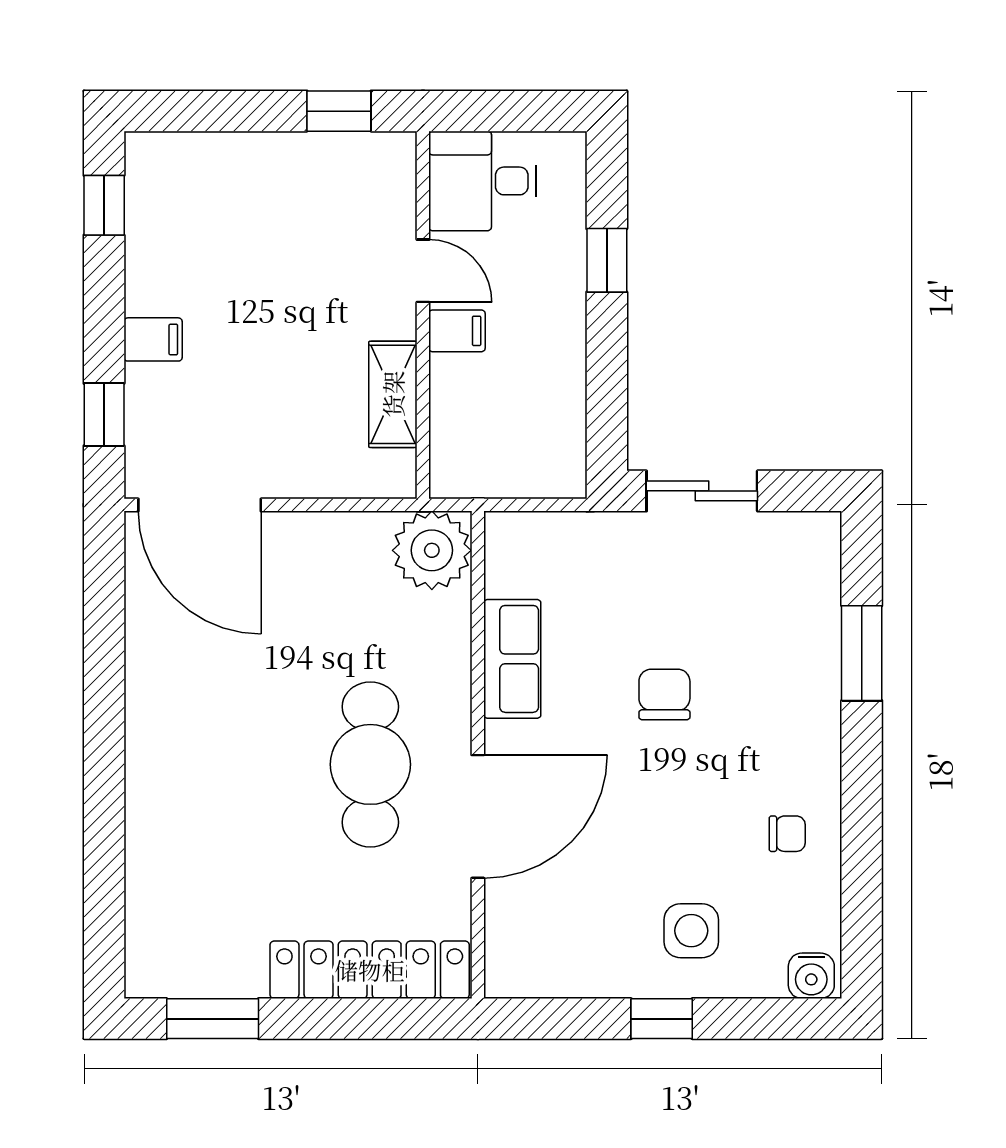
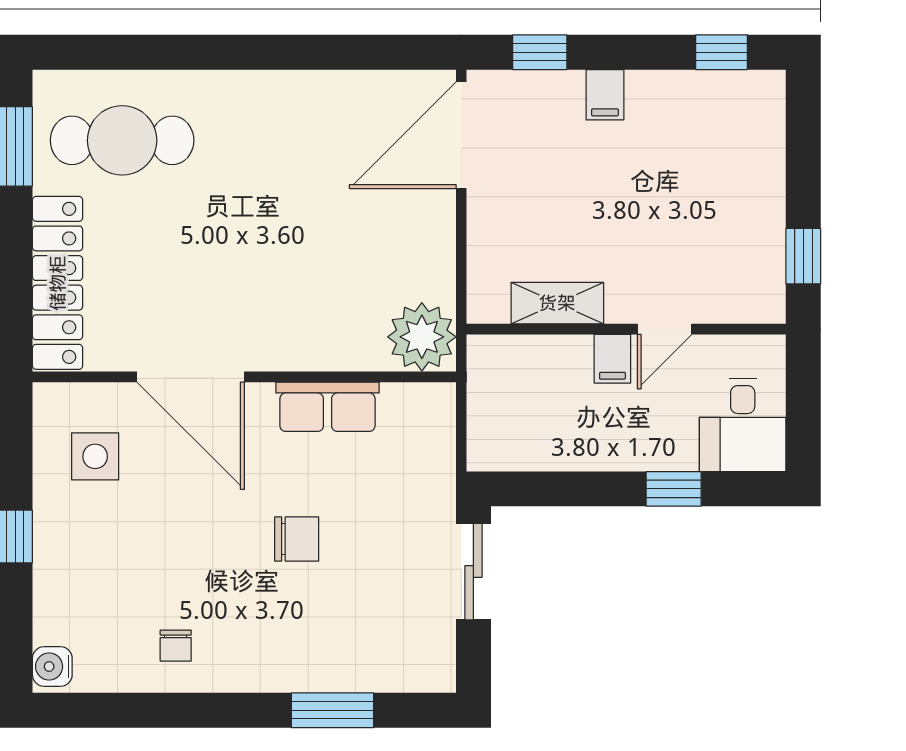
desk: (483, 181) -> (743, 425), moved, turned 180
cafe table: (370, 764) -> (122, 140), moved
side table: (691, 931) -> (95, 456), moved

